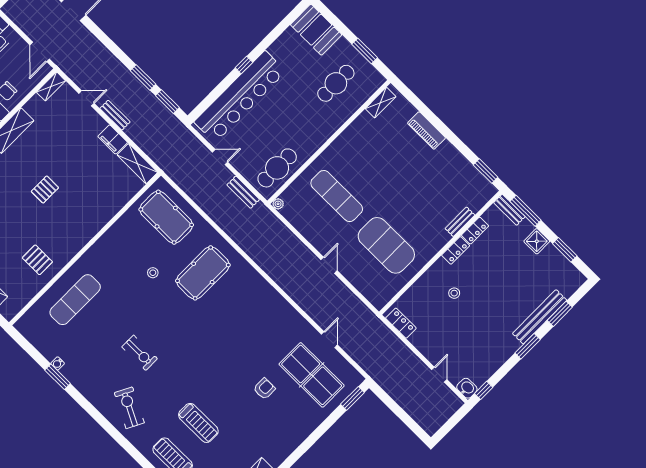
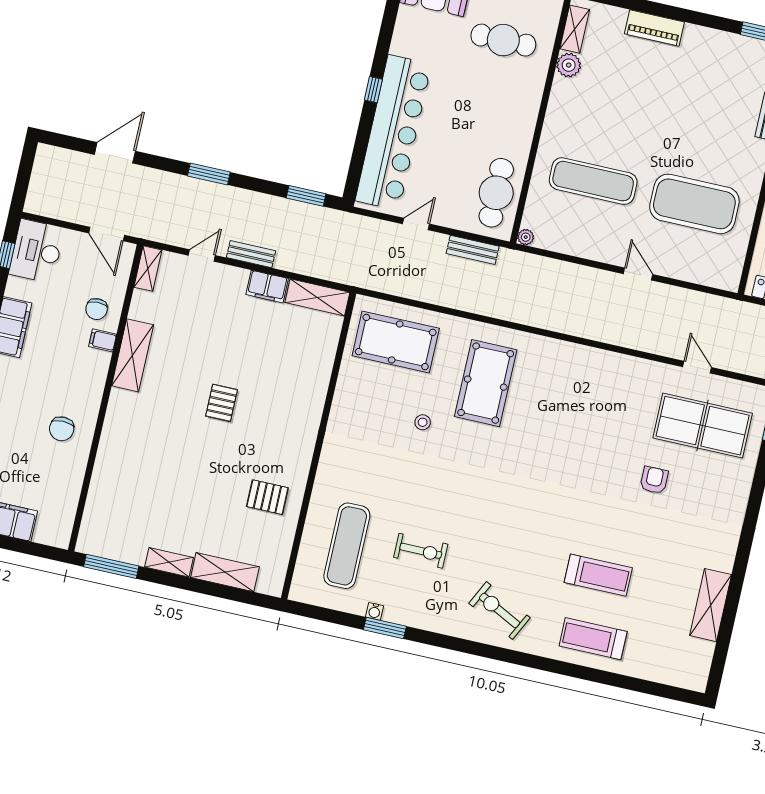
window: (143, 77) -> (209, 174), moved
cafe table: (336, 83) -> (503, 40), turned 90
plant: (364, 121) -> (569, 65), added
exercise mat: (75, 300) -> (347, 546), moved
exercise bike: (140, 353) -> (421, 551), moved

